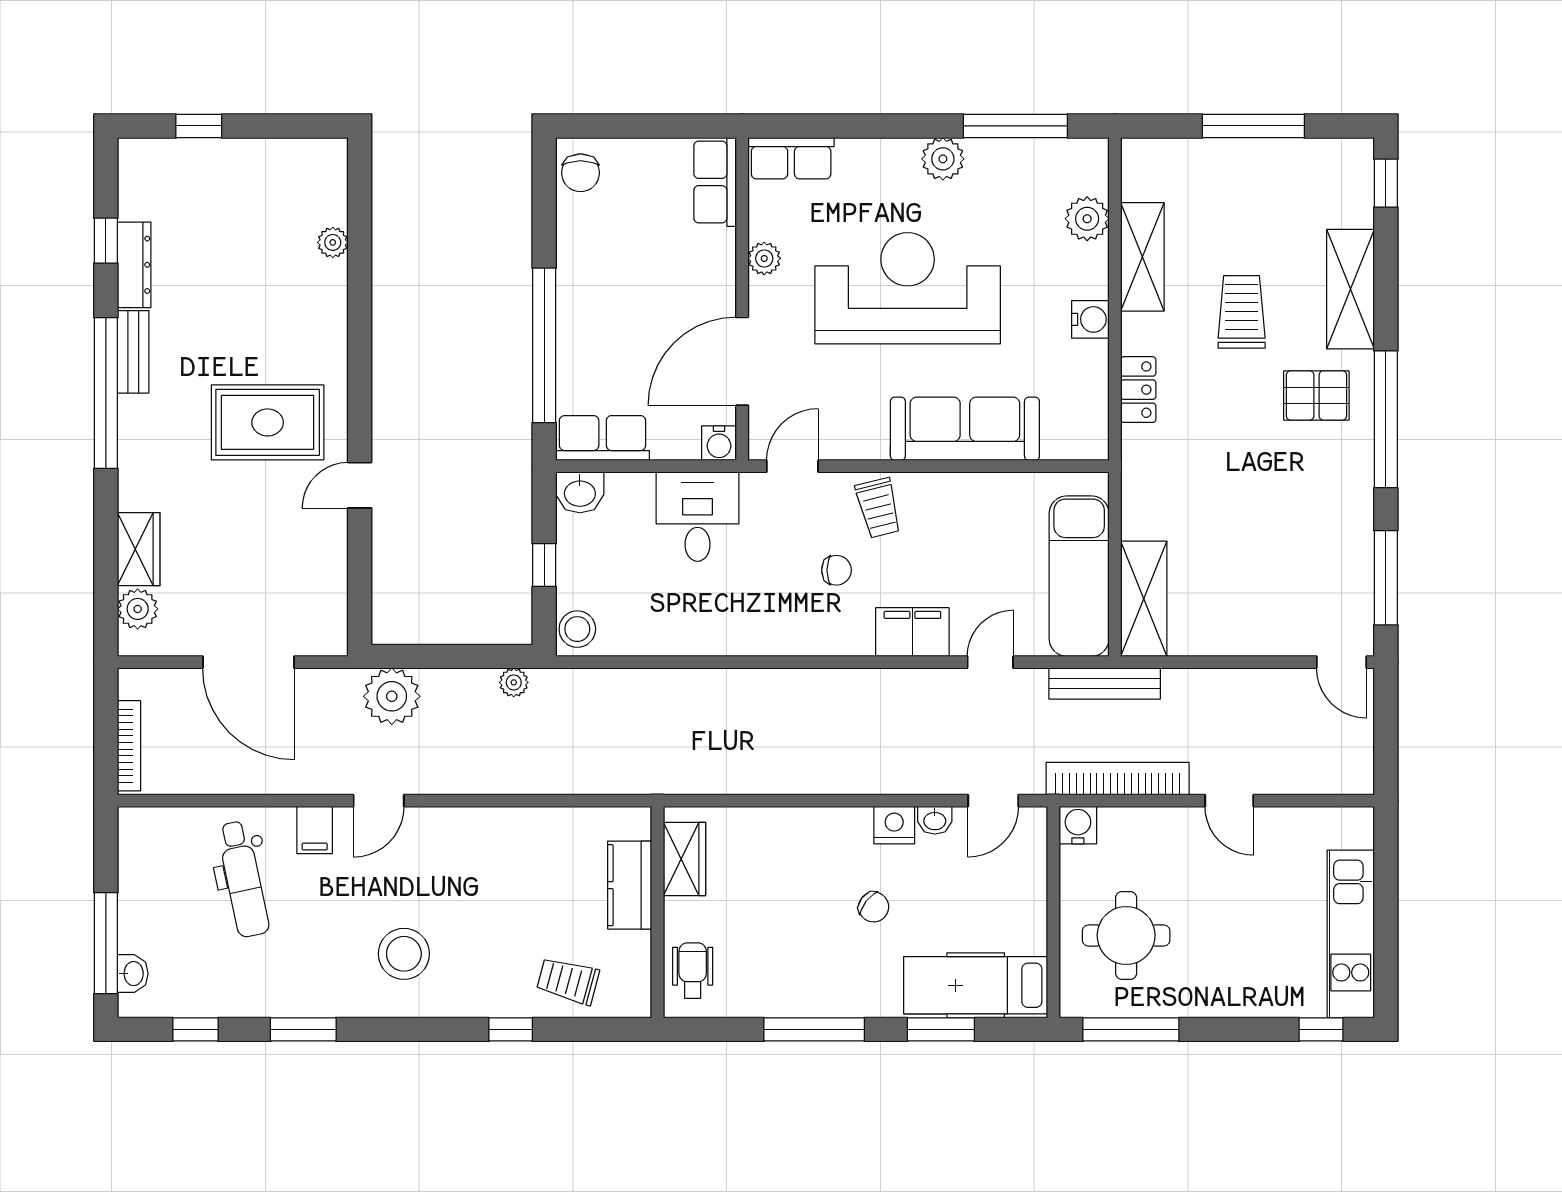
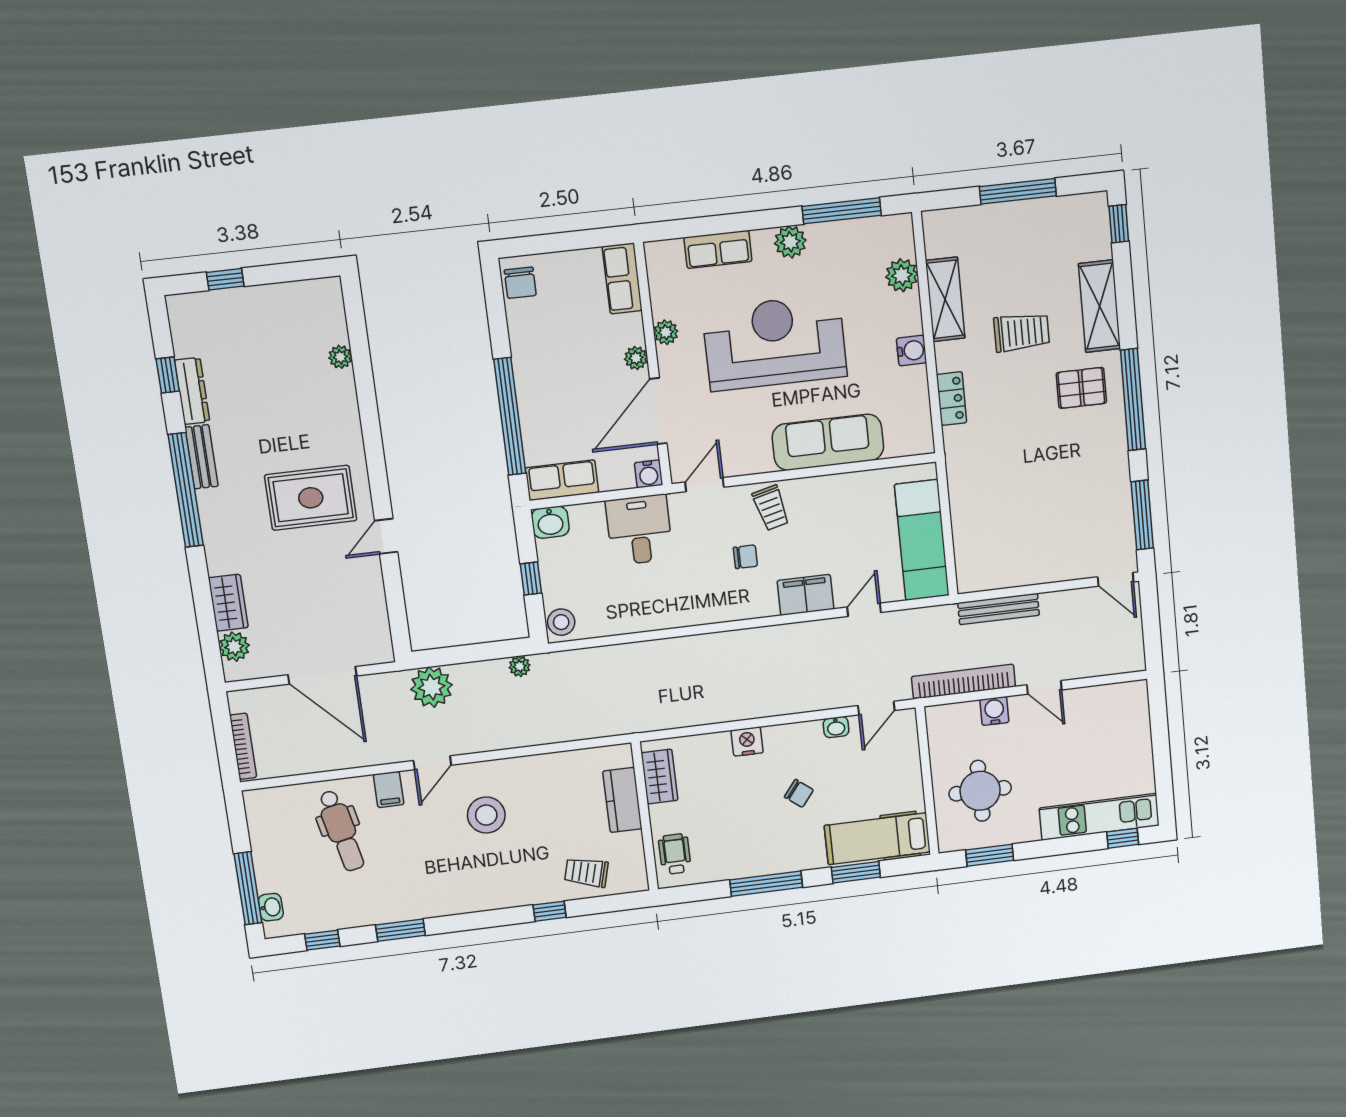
row of seats: (791, 158) -> (718, 249), moved
plant: (721, 288) -> (636, 358), added
trolley: (1242, 312) -> (1022, 332), turned 90
shelving: (1144, 599) -> (970, 551), removed
bench: (1105, 684) -> (999, 609), moved
nightstand: (894, 825) -> (747, 742), moved
water cooler: (1078, 825) -> (994, 711), moved
kitchen unit: (1351, 934) -> (1099, 817), moved, turned 90
stool: (404, 954) -> (486, 815), moved
window: (1131, 1029) -> (990, 855), width x0.69

